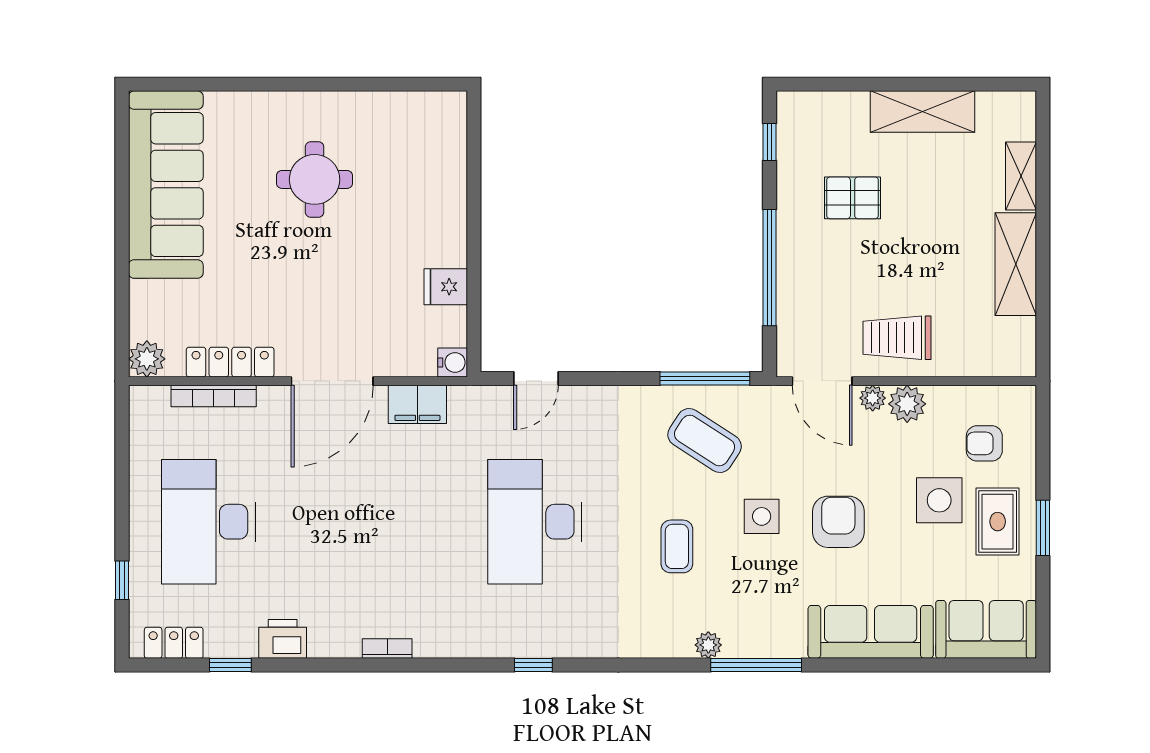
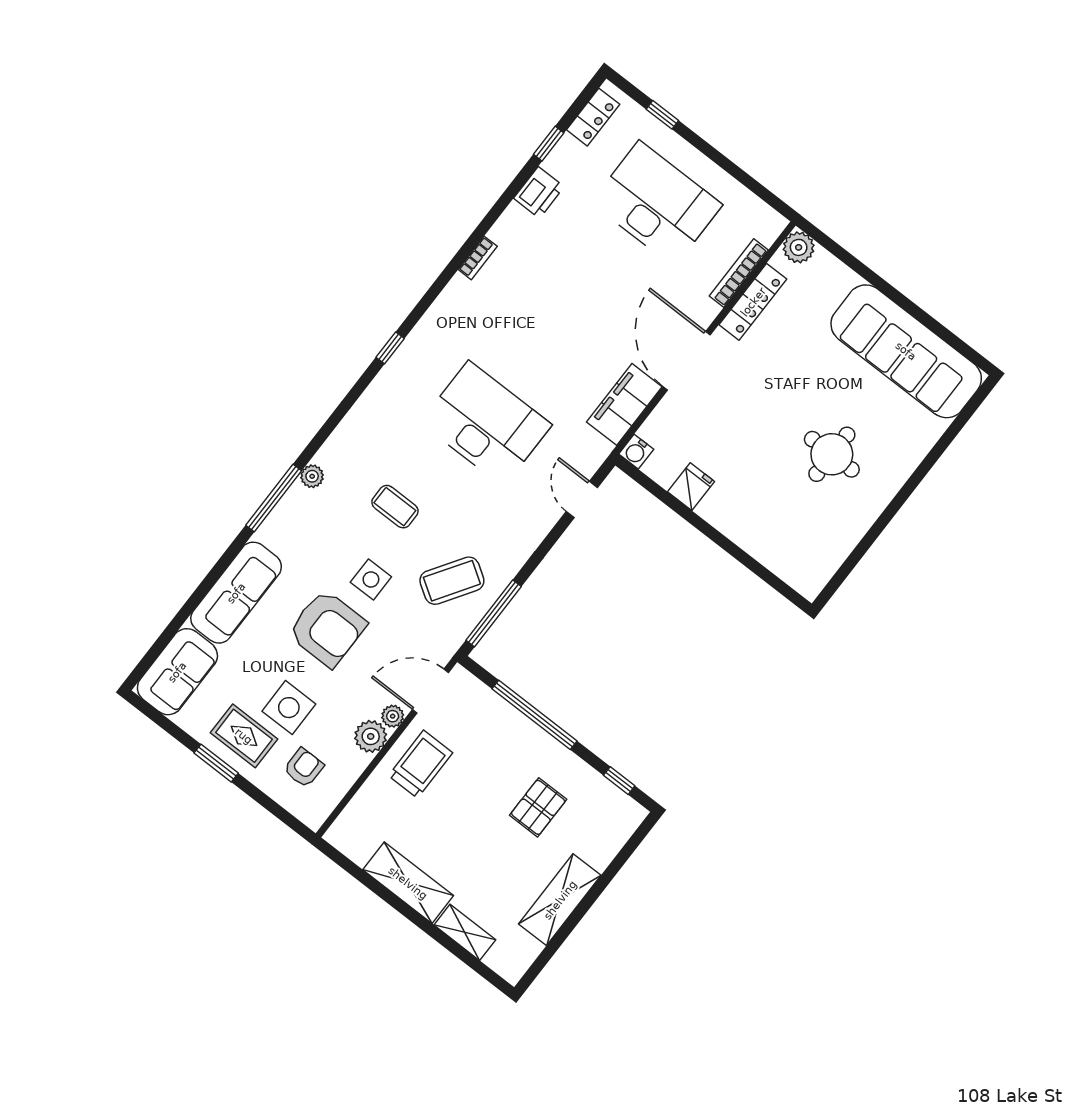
filing cabinet: (417, 404) -> (624, 404), width x1.50, depth x1.17
armchair: (838, 522) -> (327, 628), width x1.36, depth x1.36

